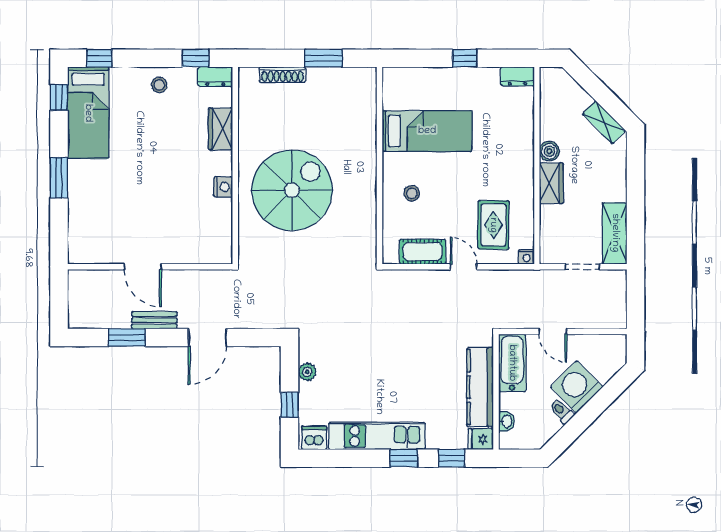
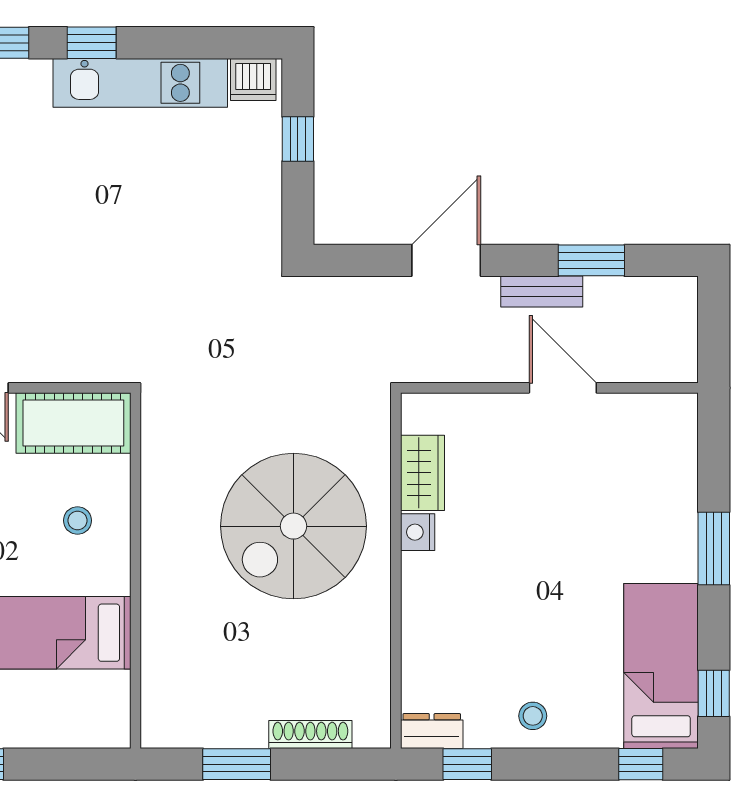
wardrobe: (220, 129) -> (422, 473), moved
cot: (423, 252) -> (73, 423), width x1.37, depth x1.34
plant: (307, 372) -> (266, 198), removed

